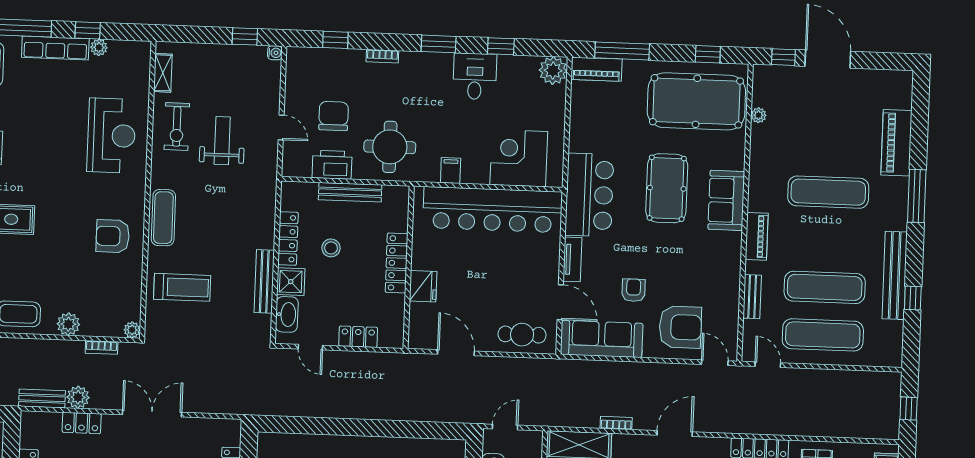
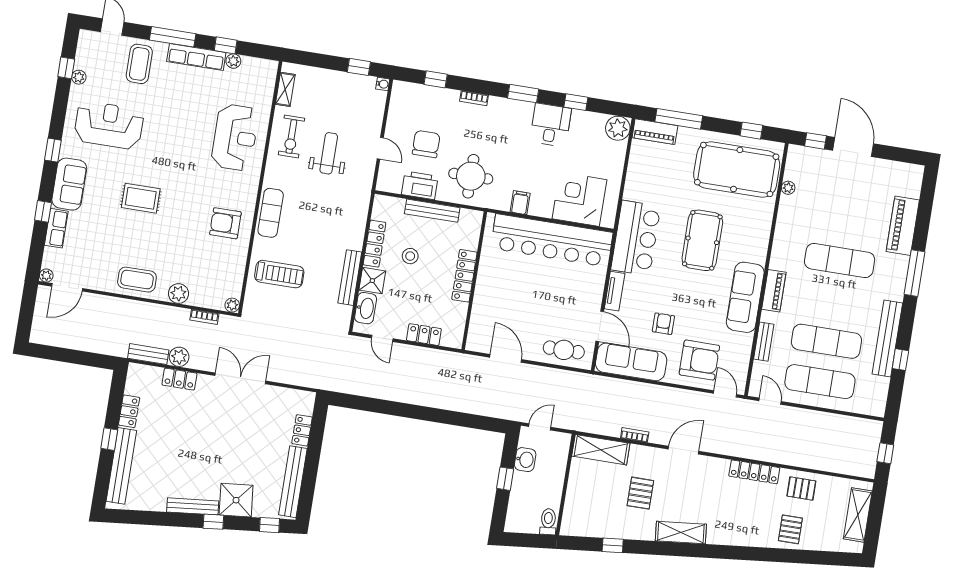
sofa: (726, 200) -> (745, 297), moved, width x1.36
fridge: (423, 286) -> (485, 298), removed

